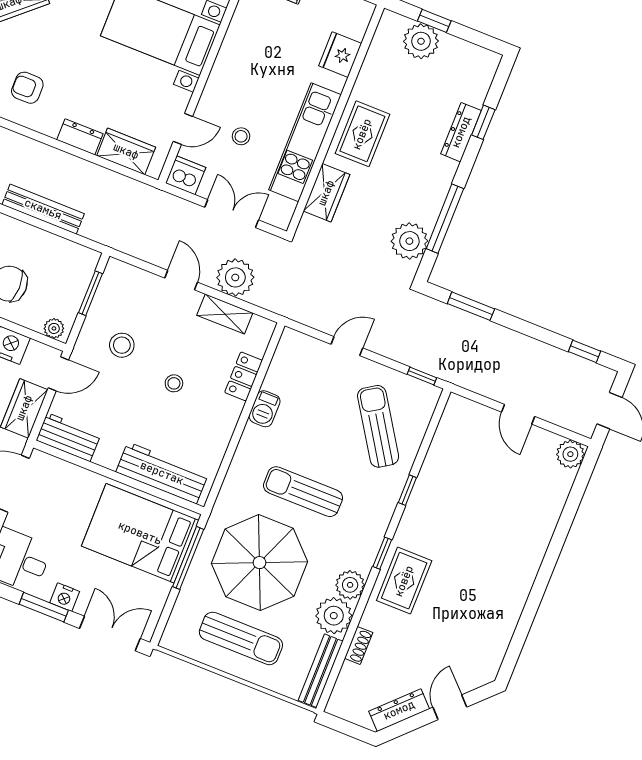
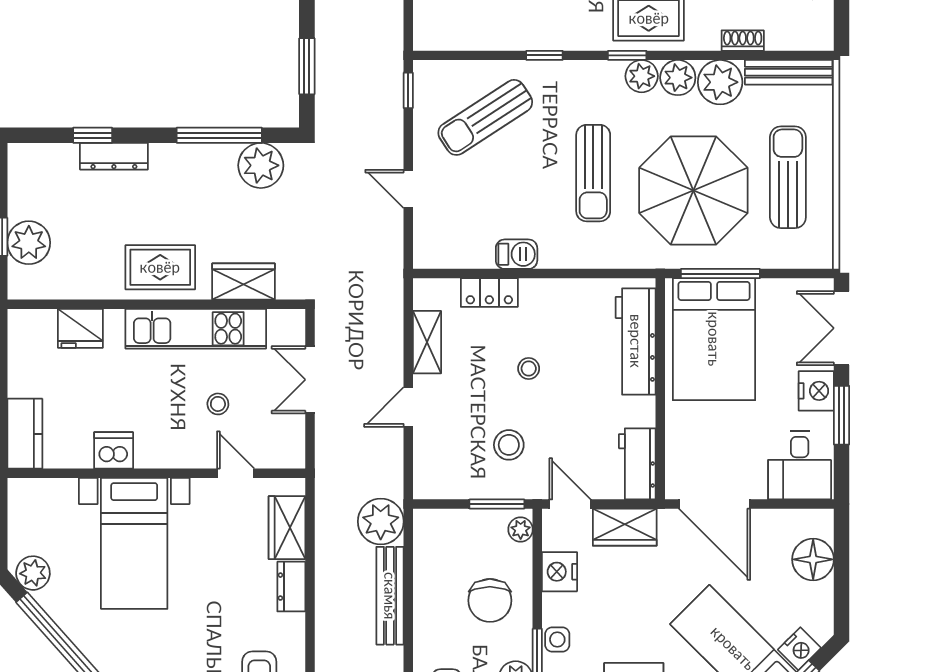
dishwasher: (186, 175) -> (114, 450), moved, turned 90
plant: (235, 277) -> (381, 521), moved
window: (90, 293) -> (497, 504), moved
plant: (362, 558) -> (642, 76), added
nightstand: (65, 597) -> (816, 391), width x1.36, depth x1.33

